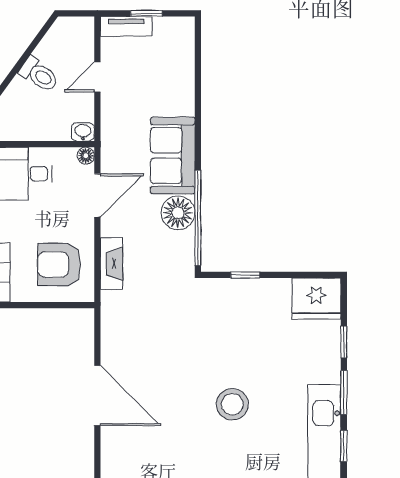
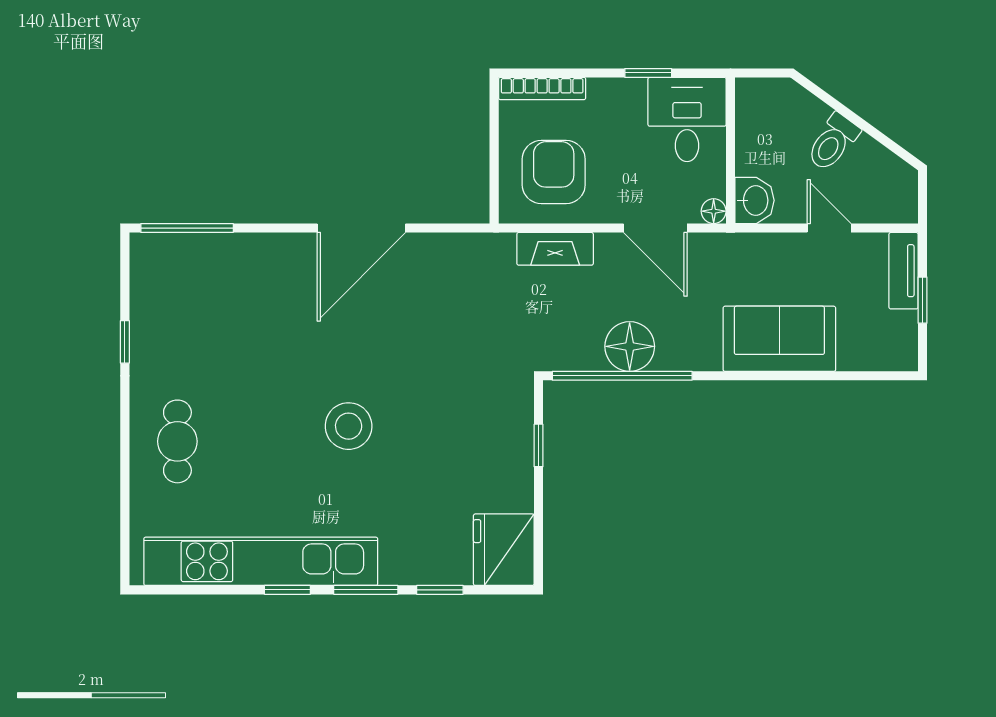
washbasin: (83, 132) -> (755, 200), width x1.38, depth x1.45
sofa: (173, 156) -> (779, 339), moved

